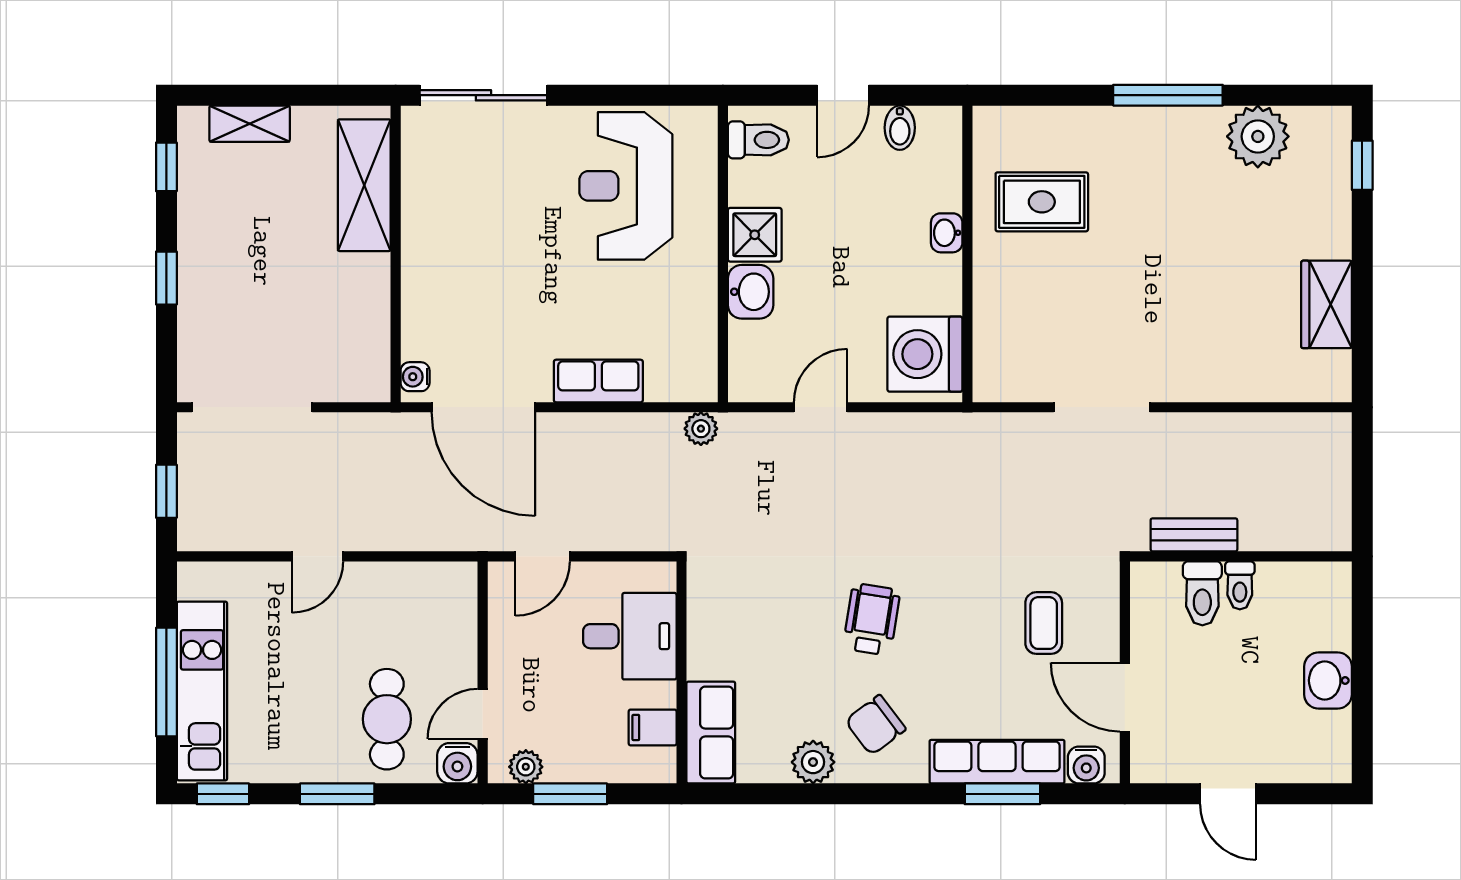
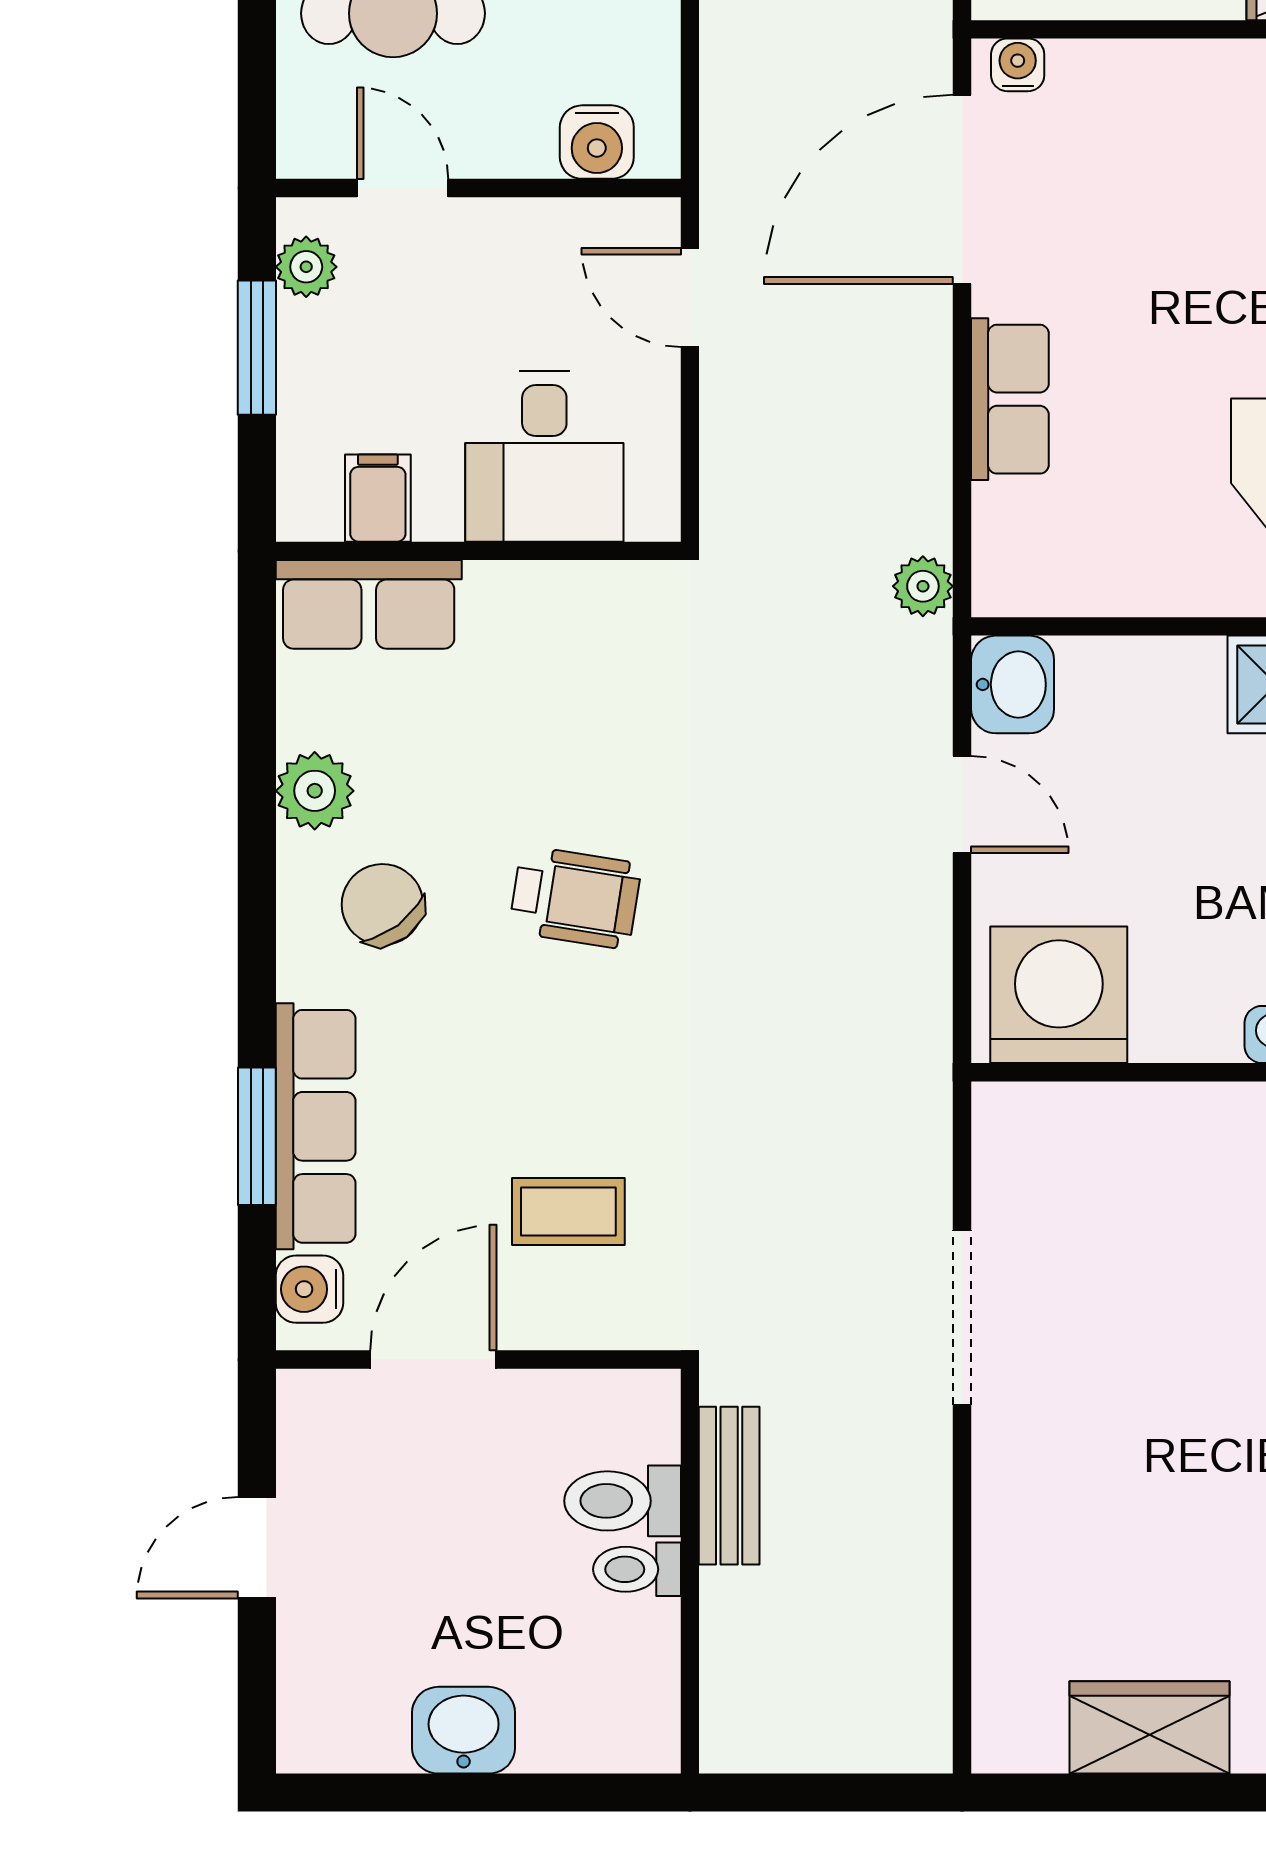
washbasin: (751, 292) -> (1013, 684), moved, turned -90
water cooler: (457, 763) -> (597, 142), moved, turned -90

